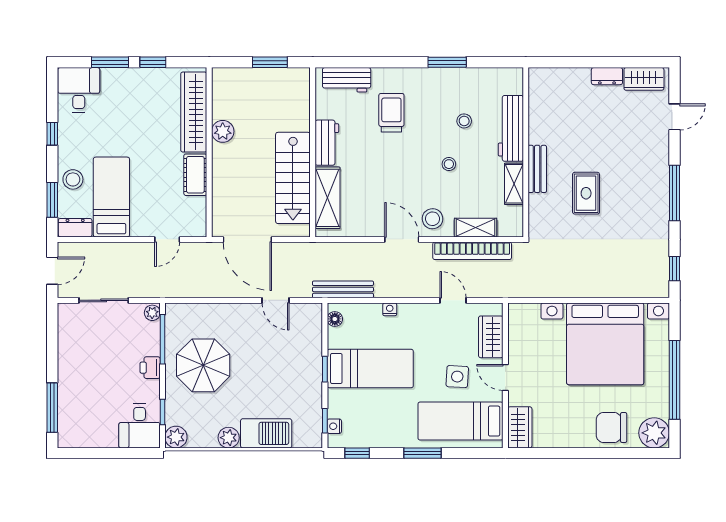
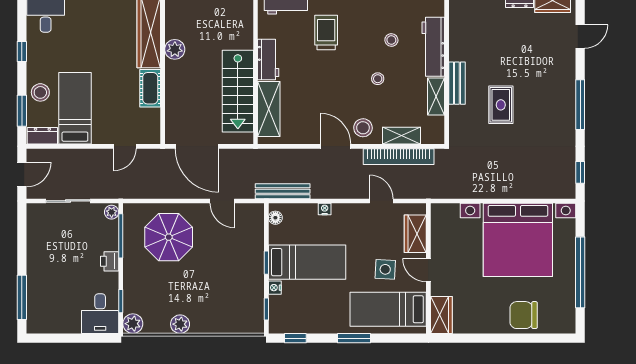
parasol: (203, 365) -> (169, 237), moved
nightstand: (334, 426) -> (275, 288), moved
barbecue: (266, 433) -> (214, 320), removed
plant: (654, 433) -> (562, 320), removed

